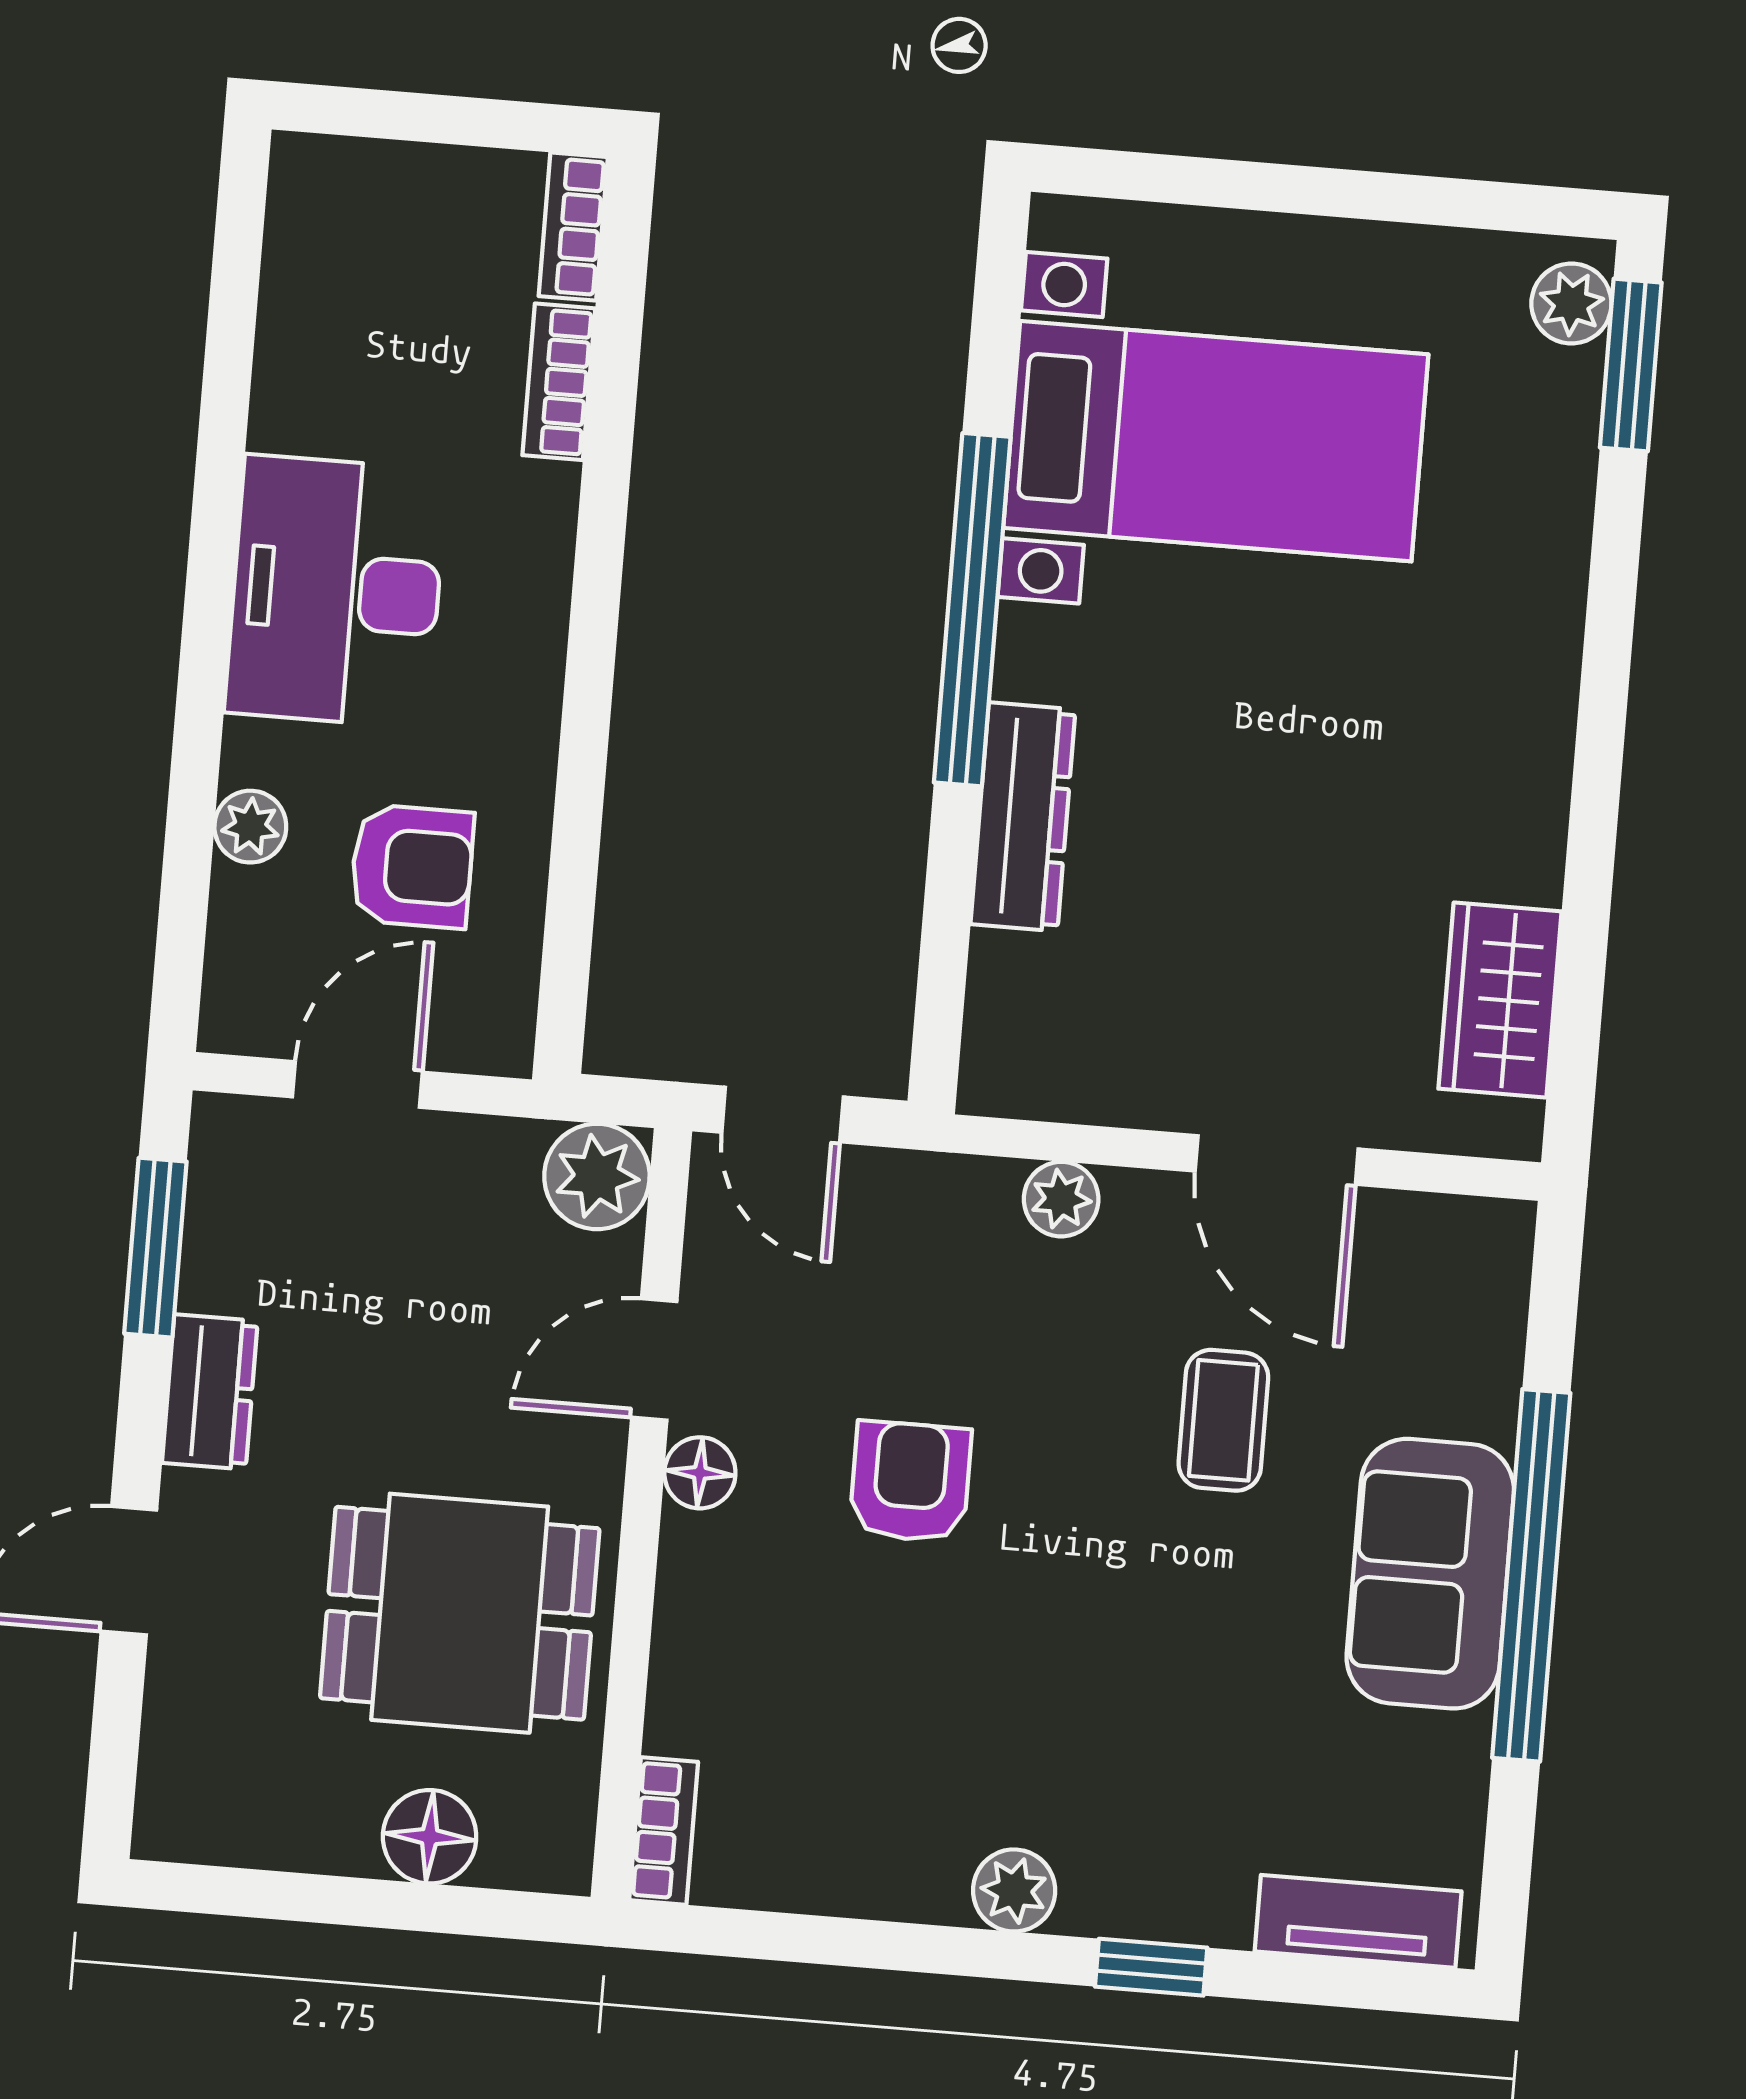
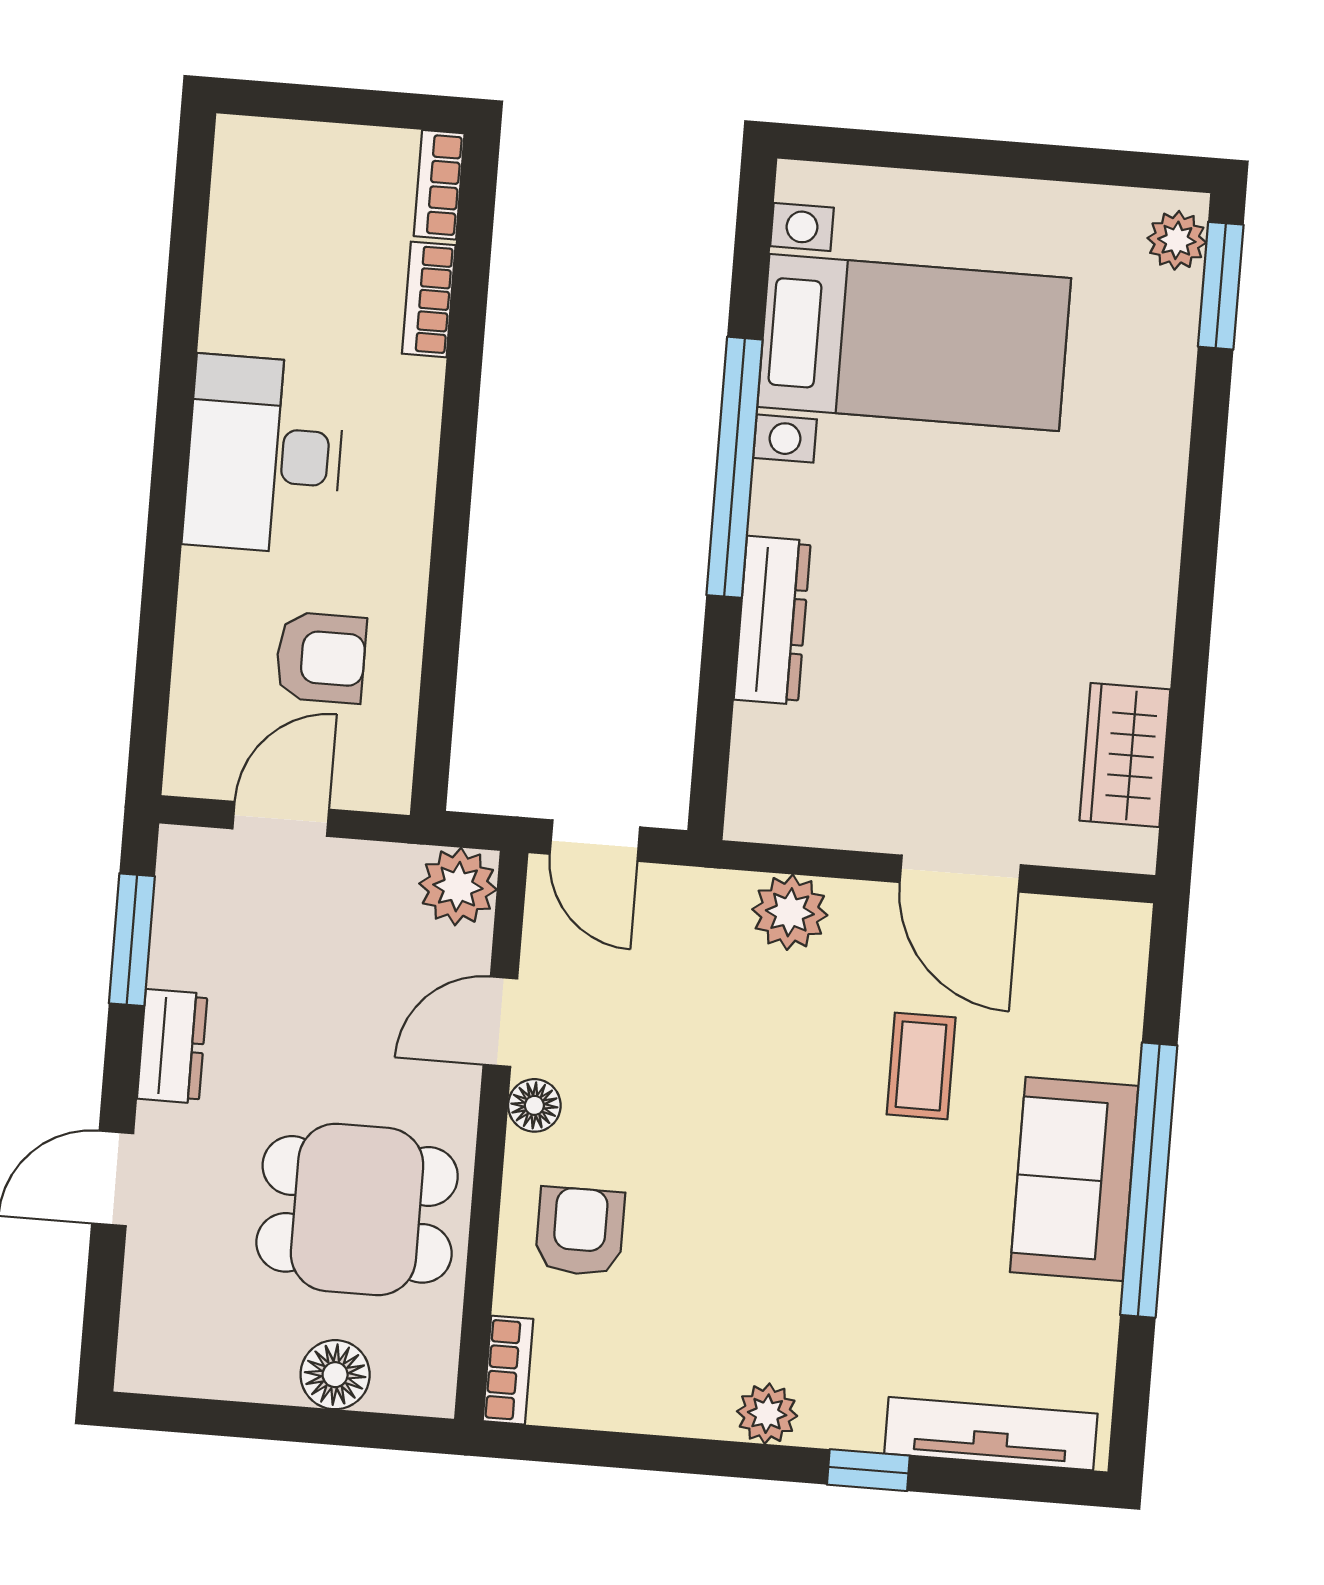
plant: (250, 827) -> (201, 629), removed
plant: (1061, 1199) -> (790, 912), width x1.38, depth x1.38
armchair: (910, 1482) -> (580, 1231), moved
tv unit: (1358, 1921) -> (991, 1434), width x1.41

